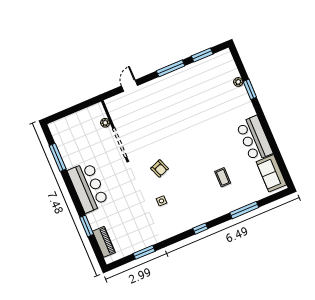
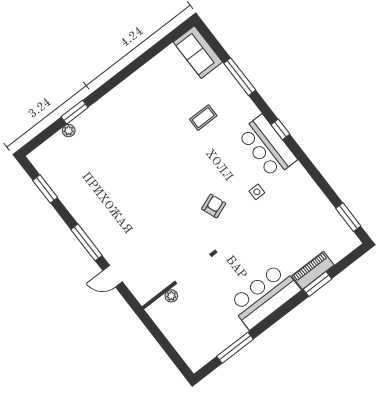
window: (171, 68) -> (86, 242), moved
bar counter: (254, 139) -> (267, 146), moved, turned 90
sofa: (271, 173) -> (198, 52), moved, turned 90
piano: (104, 242) -> (313, 270), moved
window: (144, 252) -> (348, 217), moved

